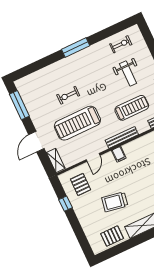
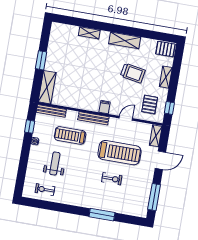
window: (76, 48) -> (102, 215), moved
window: (65, 204) -> (169, 108), moved
shelving: (83, 219) -> (166, 77), added
pallet: (112, 236) -> (165, 49), moved

